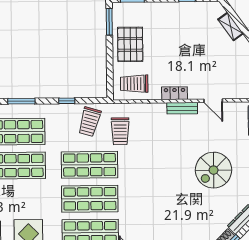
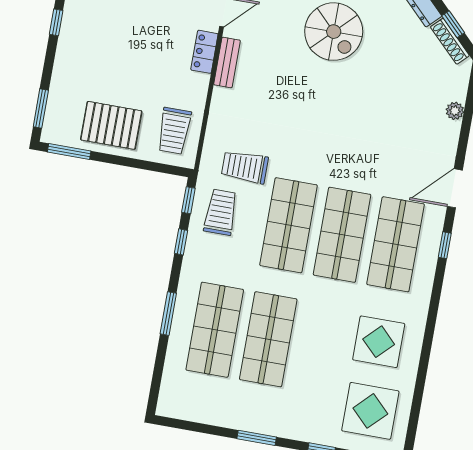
locker: (174, 93) -> (204, 52), moved
window: (93, 101) -> (188, 200), added
trolley: (90, 122) -> (221, 212), turned -106
trolley: (120, 131) -> (245, 167), turned 180

